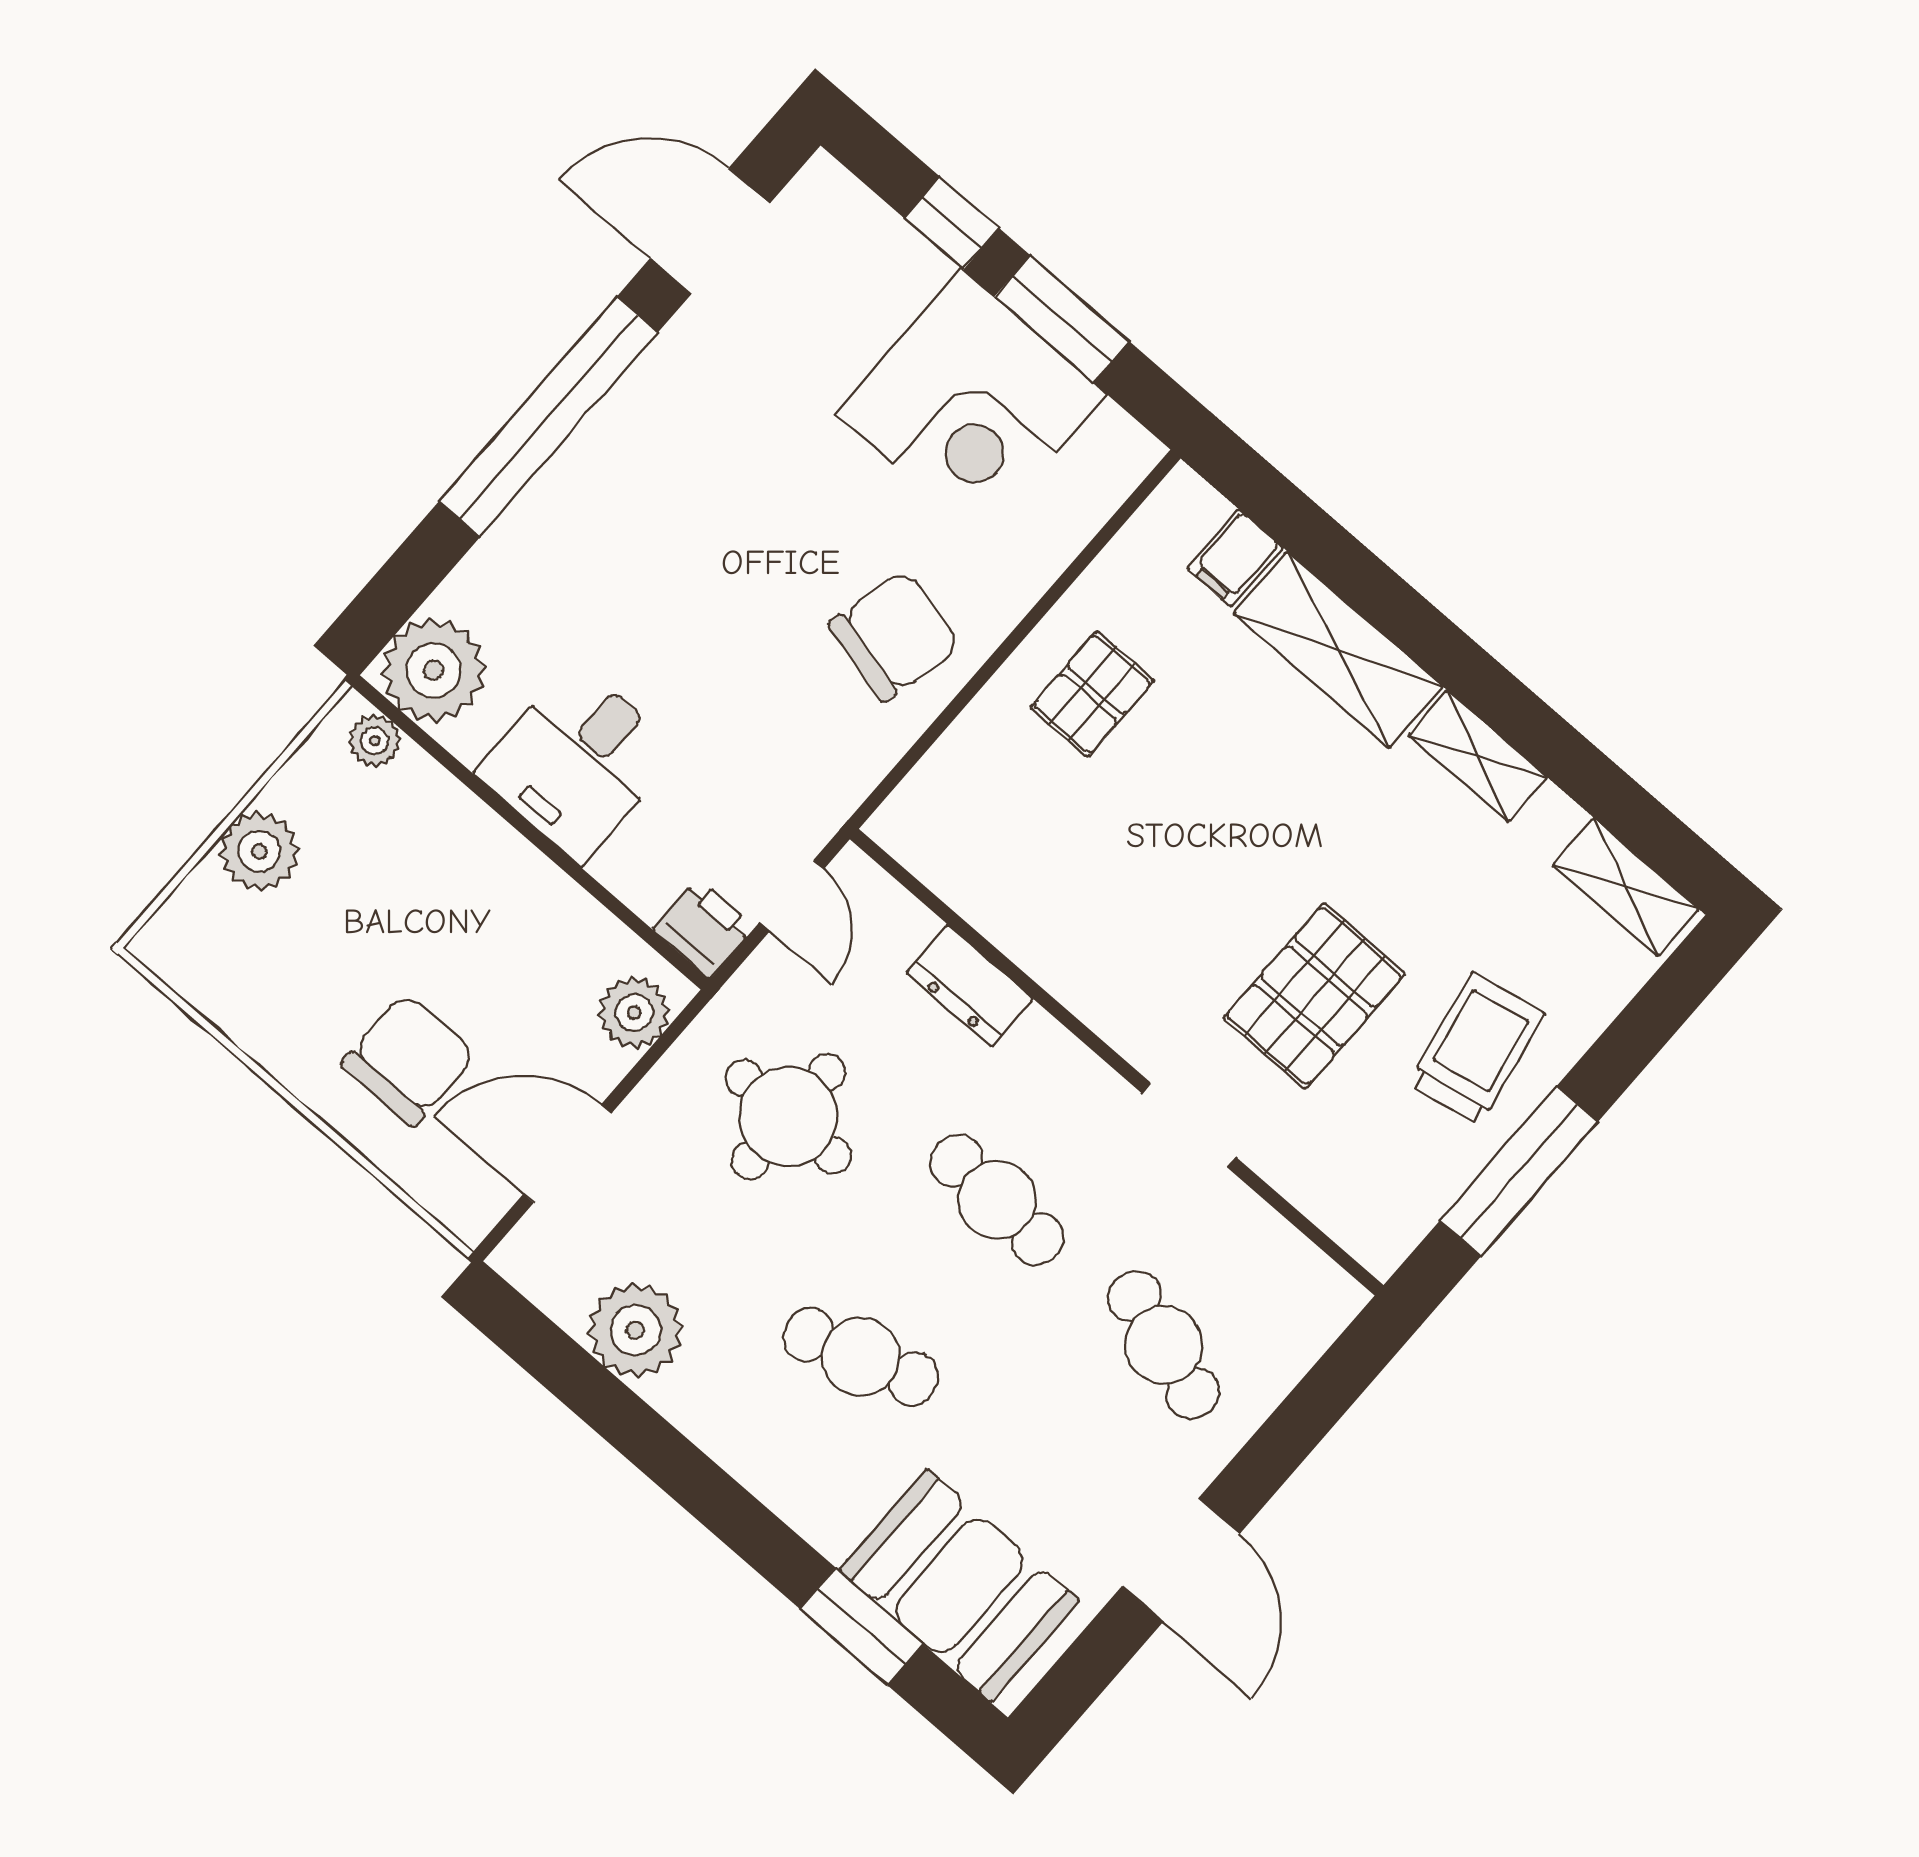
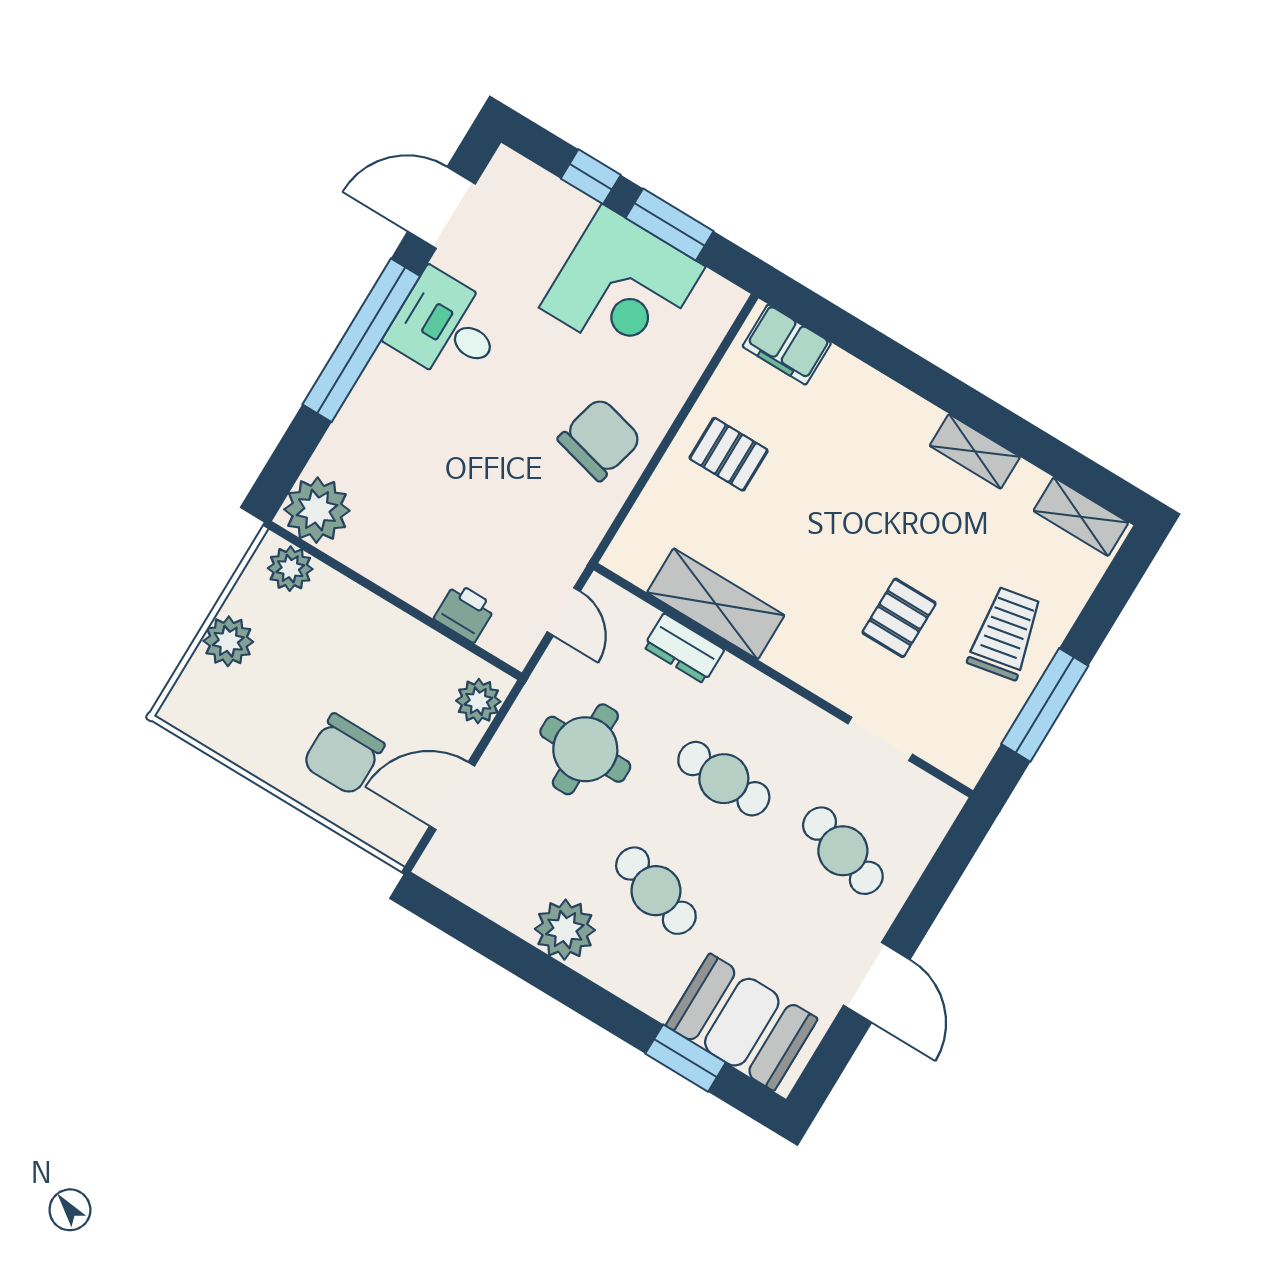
filing cabinet: (1235, 558) -> (787, 345), width x2.00
shelving: (1338, 650) -> (716, 604), moved
pallet: (1092, 694) -> (729, 454), turned 90
plant: (375, 741) -> (290, 569), width x1.38, depth x1.38
desk: (578, 762) -> (446, 327), moved, turned 90
printer: (704, 928) -> (465, 612), moved
pallet: (1314, 996) -> (899, 618), width x0.67, depth x0.71
chair: (409, 1059) -> (343, 755), turned 180
doorway: (1189, 1125) -> (880, 739), moved
plant: (635, 1330) -> (565, 930), moved
cafe table: (861, 1357) -> (656, 891), turned 36

